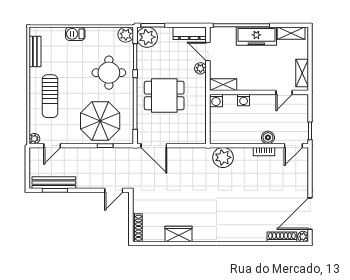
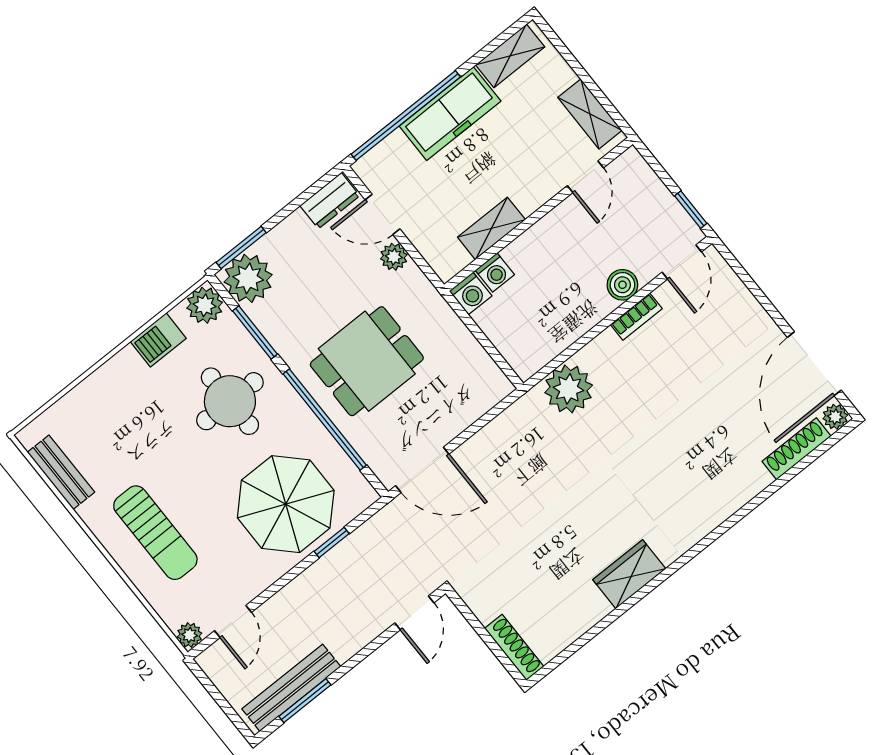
dresser: (189, 33) -> (330, 201), width x0.70
barbecue: (75, 34) -> (158, 340), moved
shelving: (223, 85) -> (491, 228), moved
washing machine: (244, 100) -> (495, 272), moved
wardrobe: (179, 234) -> (629, 574), moved

